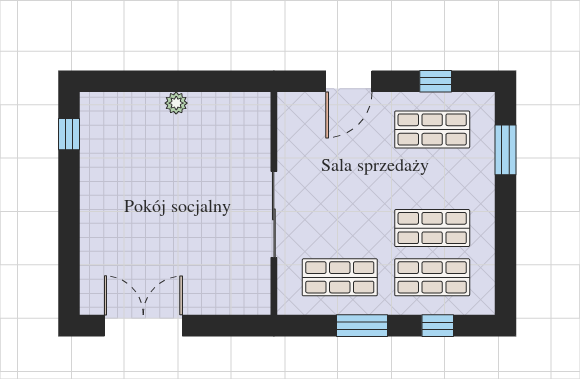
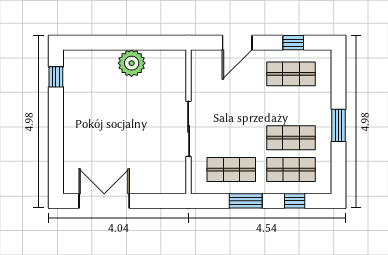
plant: (176, 103) -> (132, 63), width x1.88, depth x1.88
window: (506, 150) -> (338, 125), moved

